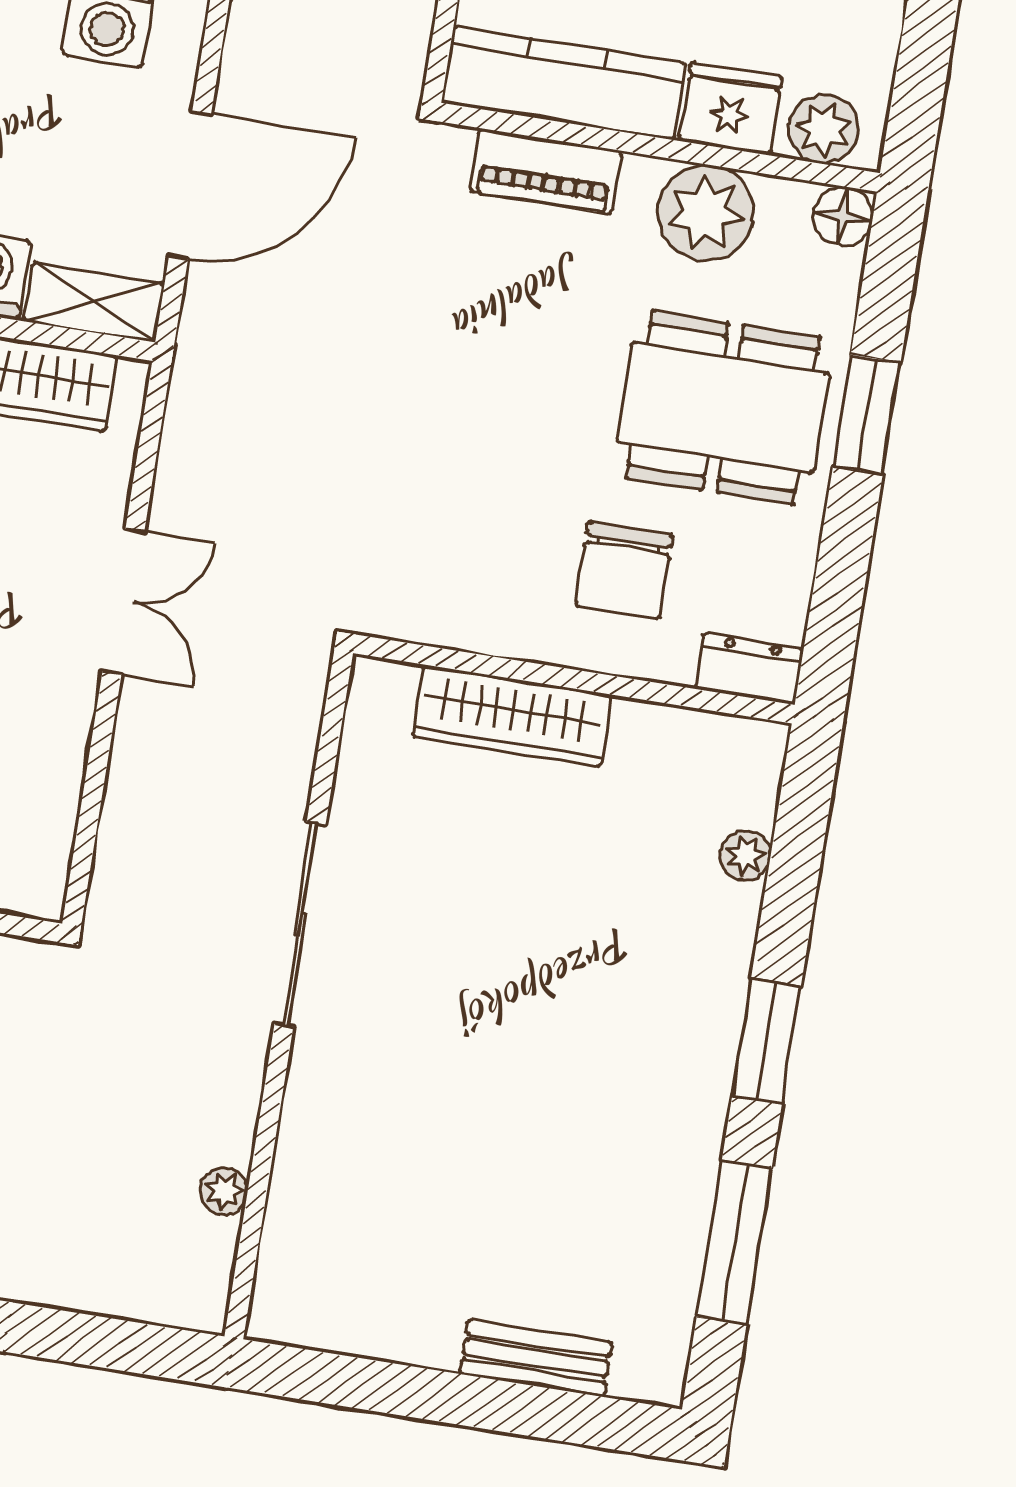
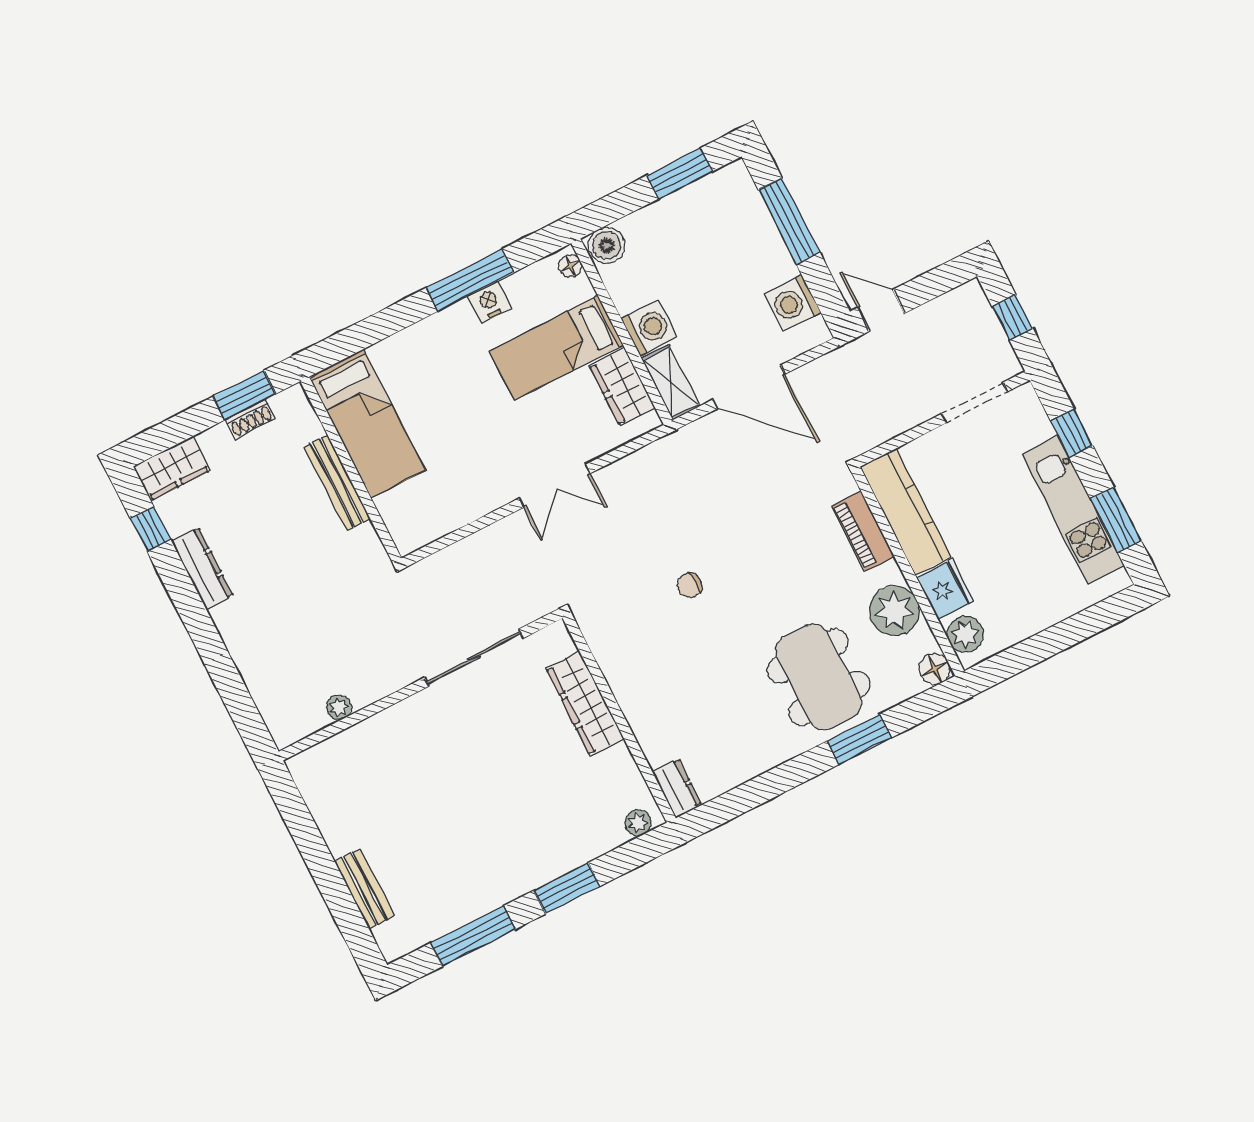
chair: (624, 570) -> (689, 585), moved, width x0.54, depth x0.54
dresser: (749, 669) -> (677, 788), moved
wall: (574, 679) -> (619, 718), moved
wardrobe: (512, 716) -> (585, 704), moved

